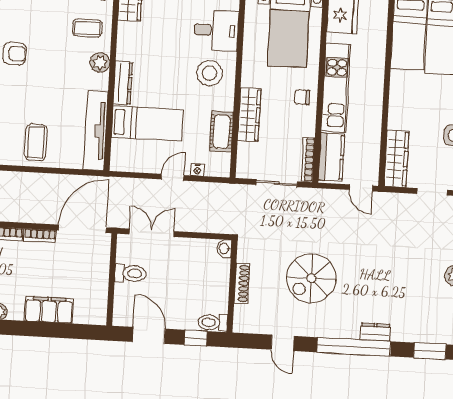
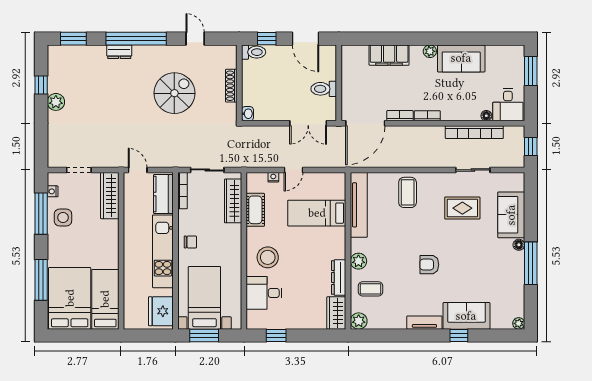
dresser: (123, 83) -> (339, 278), moved
wardrobe: (249, 115) -> (233, 201), moved

